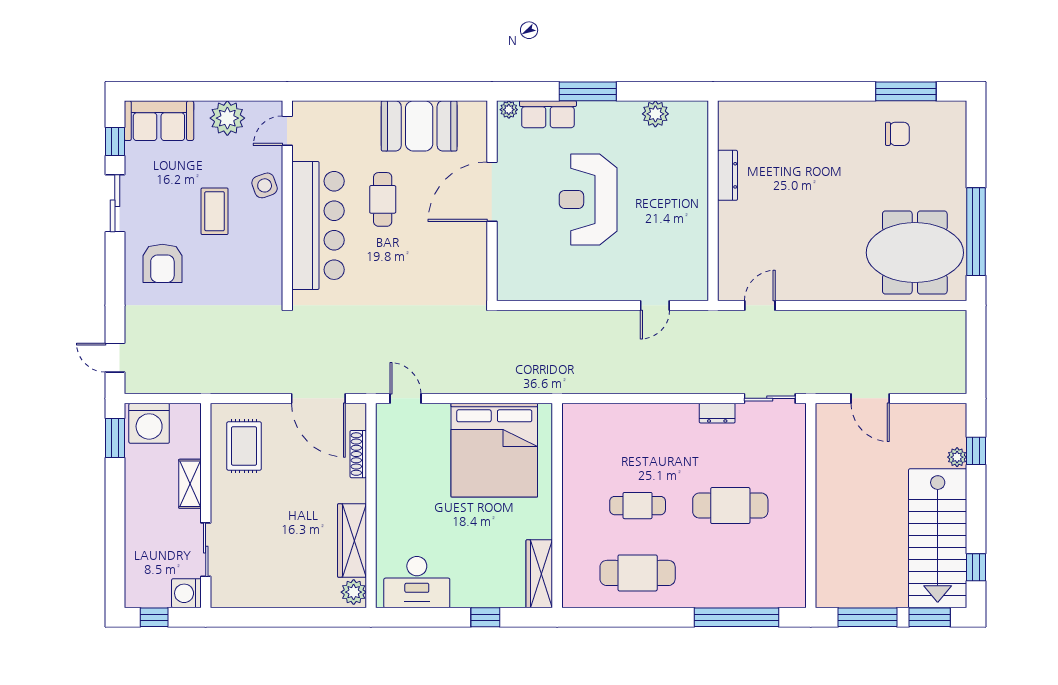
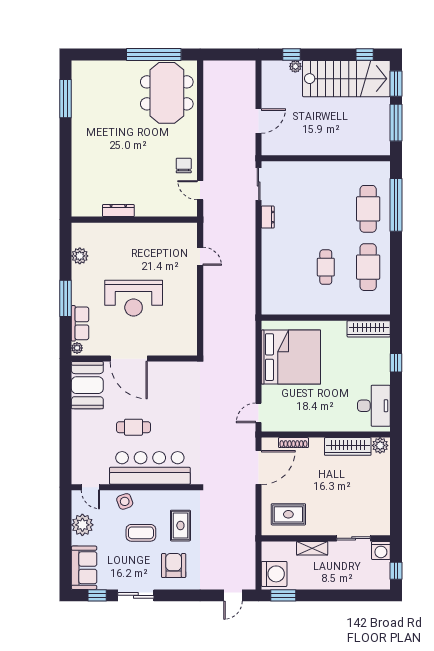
booth: (419, 126) -> (87, 385), moved
chair: (897, 134) -> (184, 166), moved
armchair: (162, 263) -> (174, 566), turned -90
rug: (226, 274) -> (180, 526), added
cafe table: (730, 506) -> (368, 209), moved

